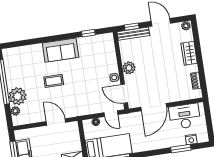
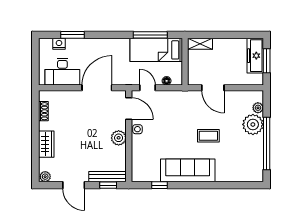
sofa: (61, 50) -> (188, 170), width x1.36

